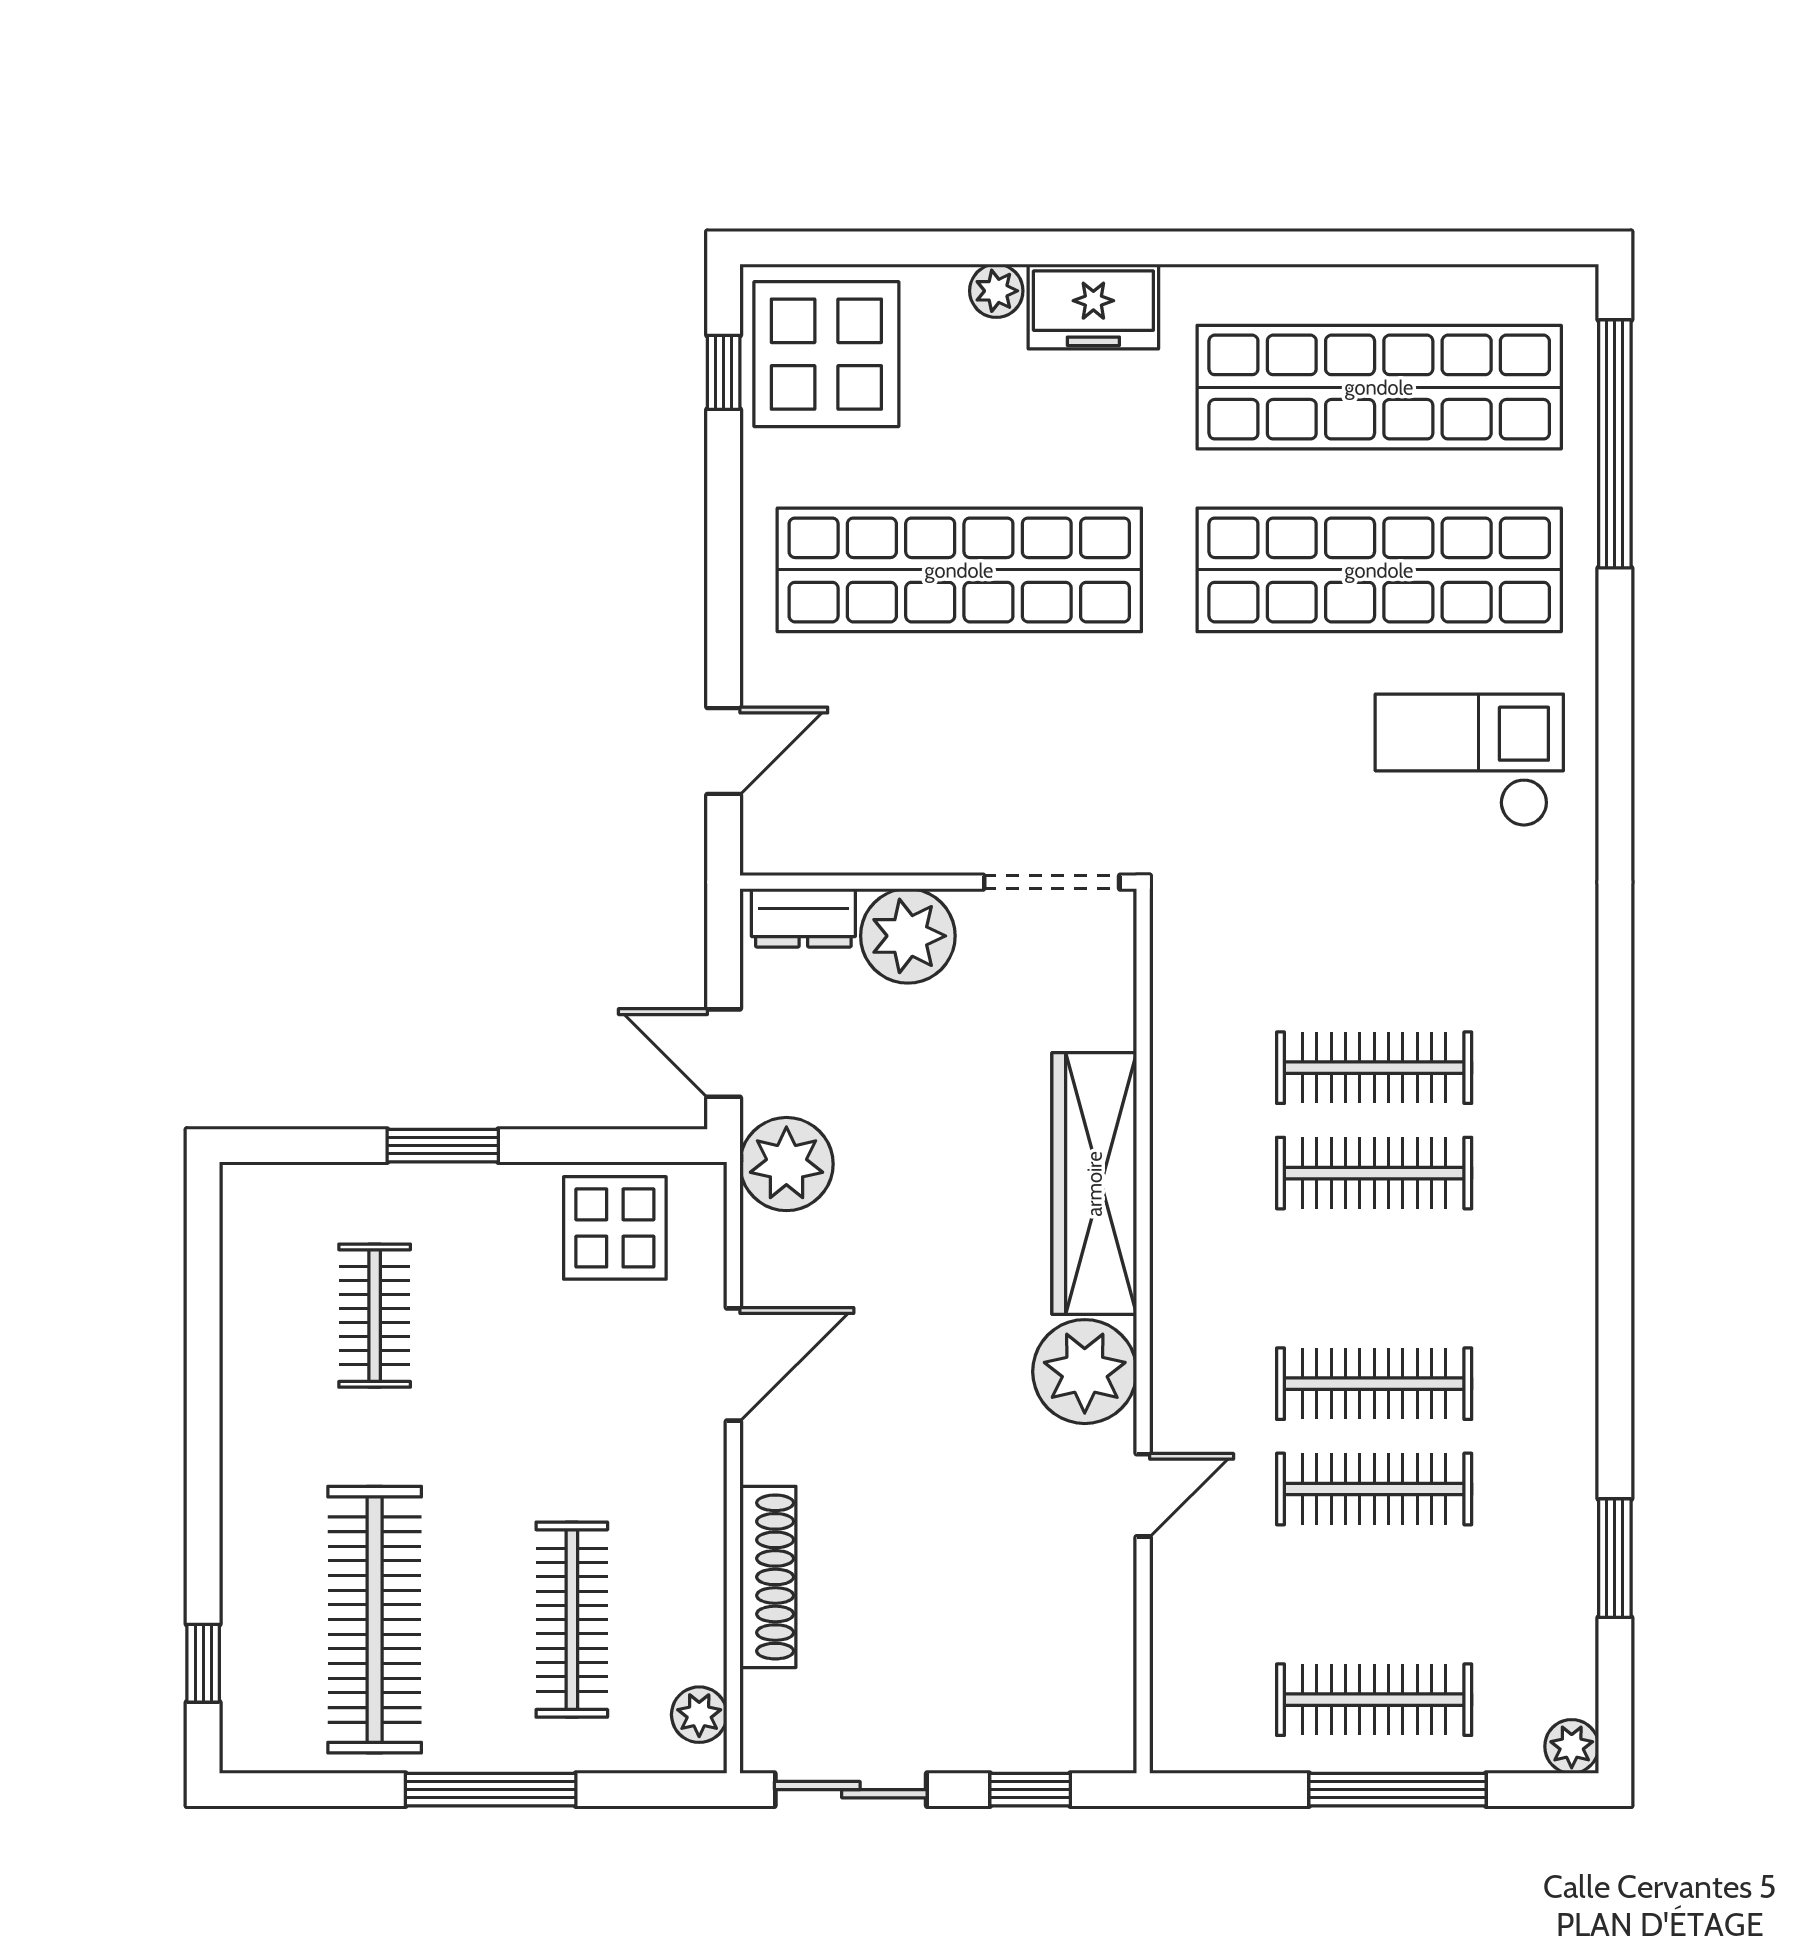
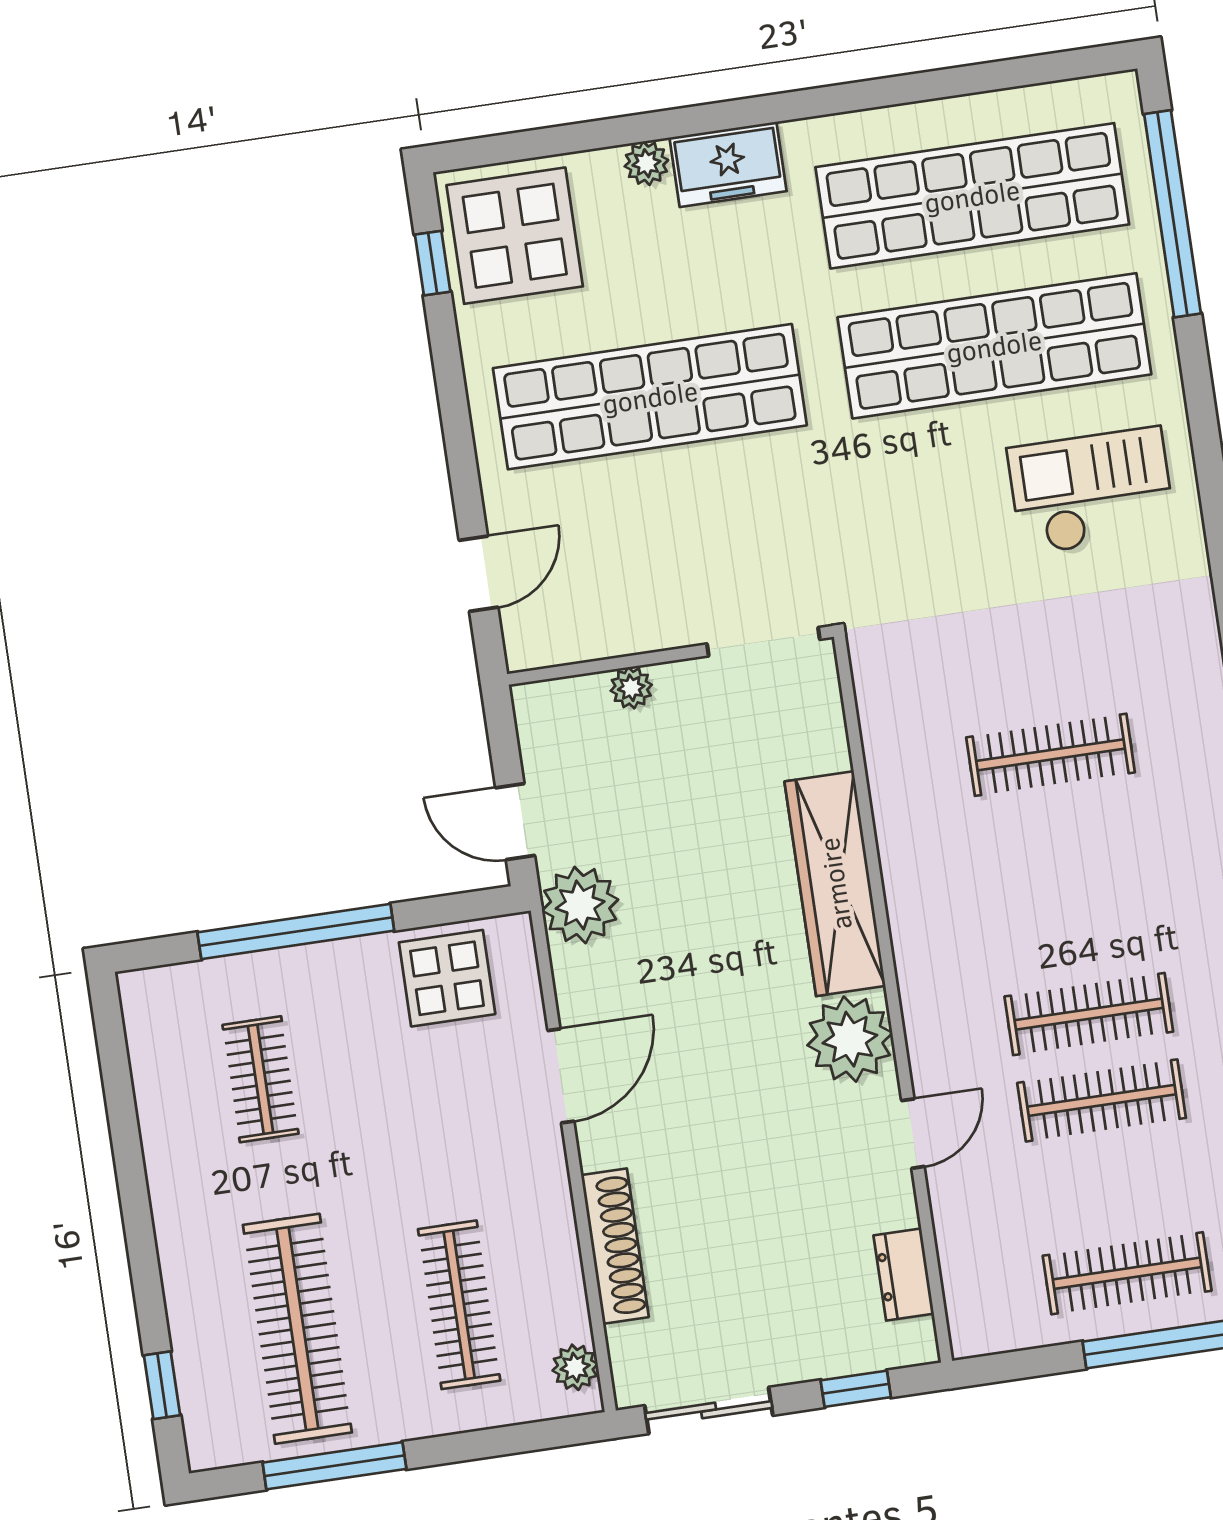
dresser: (803, 918) -> (904, 1274), moved, turned 90
plant: (908, 936) -> (631, 688), width x0.53, depth x0.53
window: (443, 1146) -> (296, 932), width x2.11
clothes rail: (1374, 1173) -> (1063, 841), removed
window: (491, 1790) -> (334, 1466), moved

